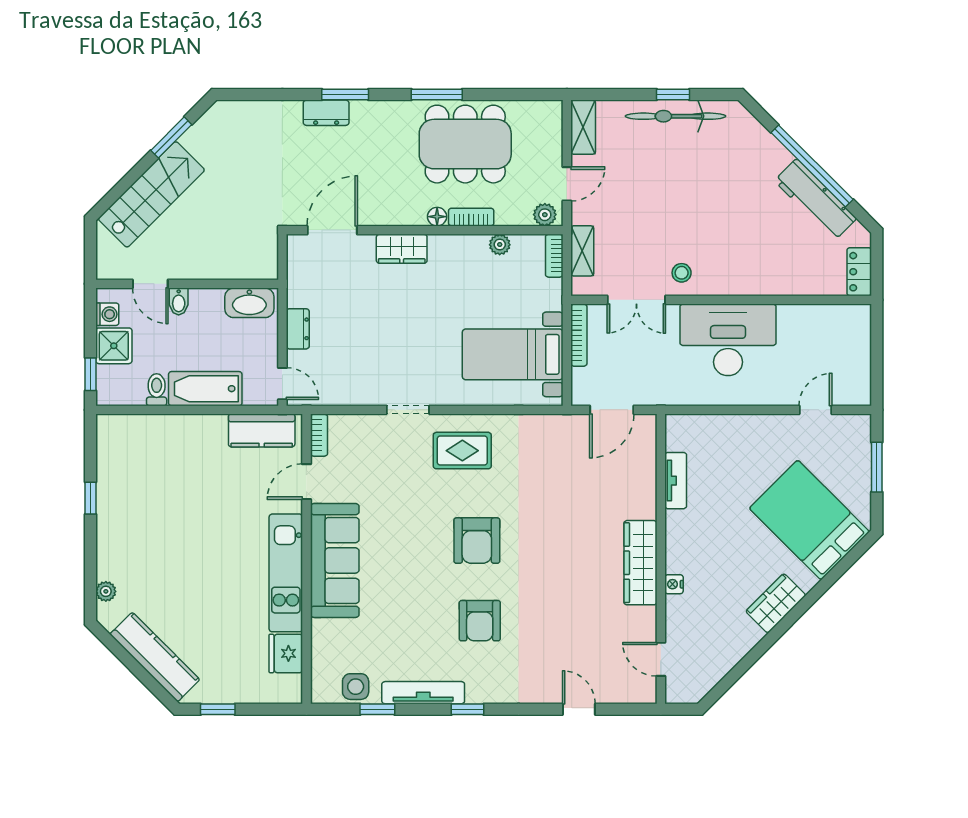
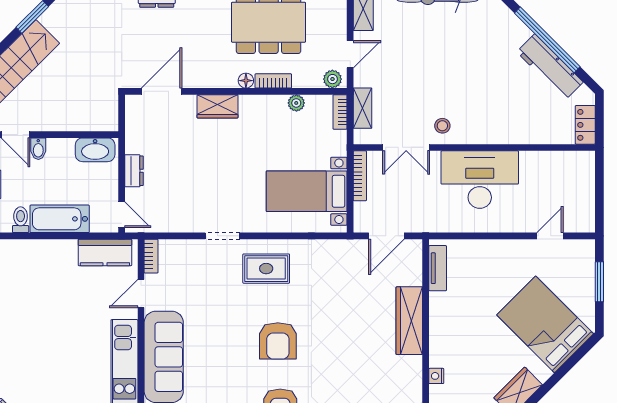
tv unit: (676, 481) -> (438, 268), moved
wardrobe: (640, 563) -> (409, 321), moved

